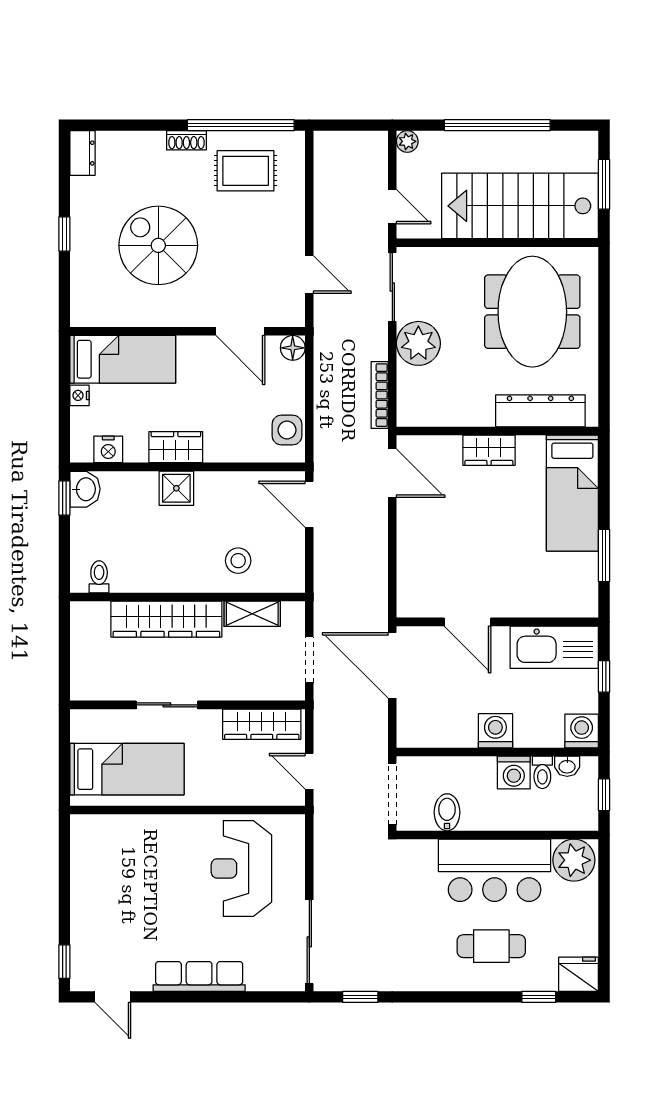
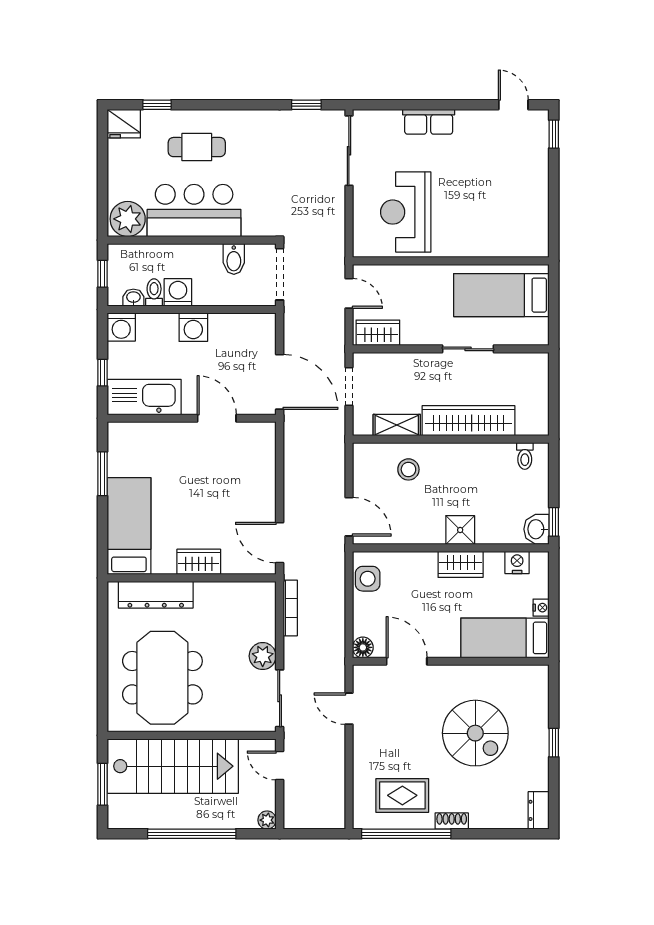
plant: (418, 343) -> (263, 656), width x0.73, depth x0.73
wardrobe: (262, 724) -> (378, 333), width x0.67
reception desk: (241, 868) -> (406, 212), turned 180
row of seats: (199, 976) -> (429, 122), width x0.68

